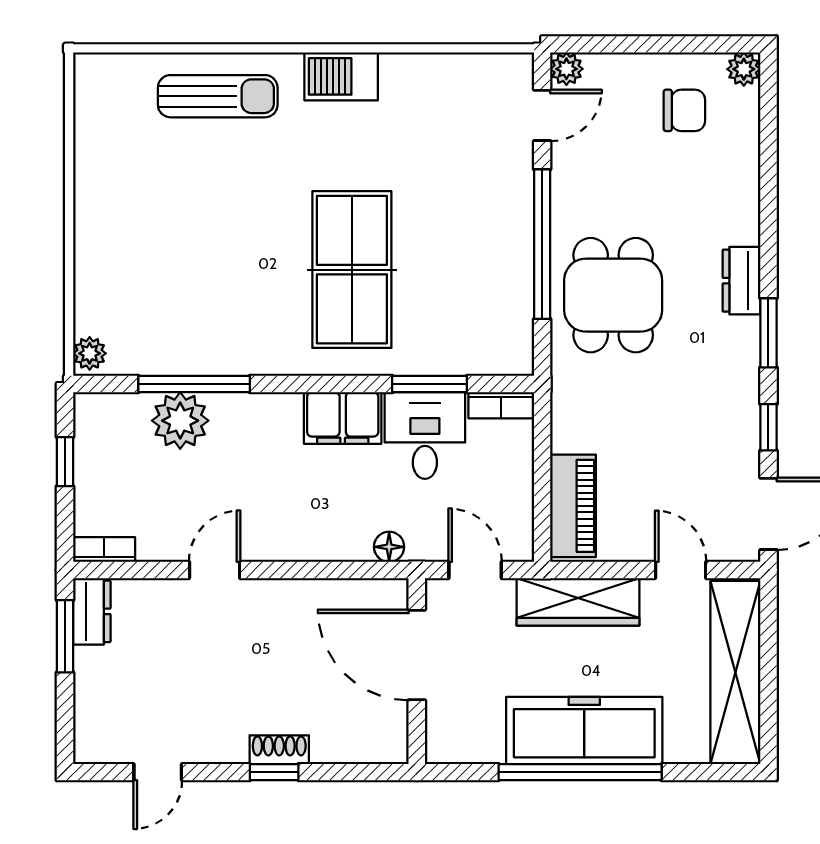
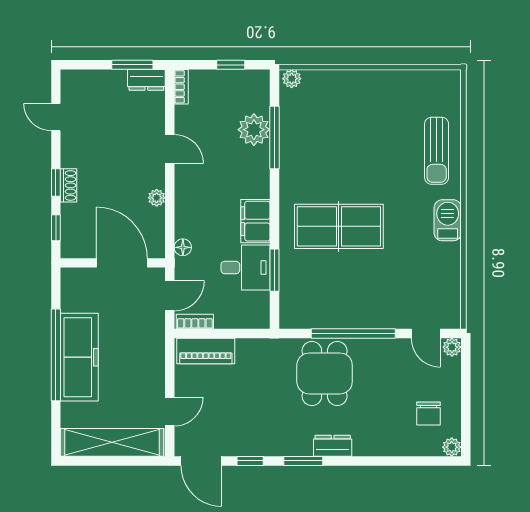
dining table: (613, 295) -> (325, 373), turned 90
bookcase: (501, 405) -> (195, 322), moved, turned 90
plant: (301, 593) -> (157, 198), added
wardrobe: (578, 602) -> (152, 354), removed
door: (417, 655) -> (122, 263), hinge flipped
window: (354, 772) -> (56, 228), added

